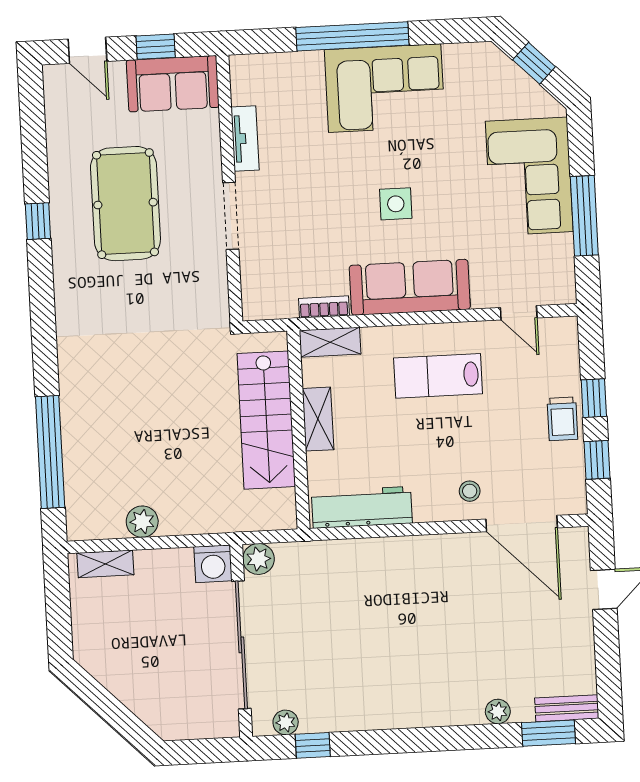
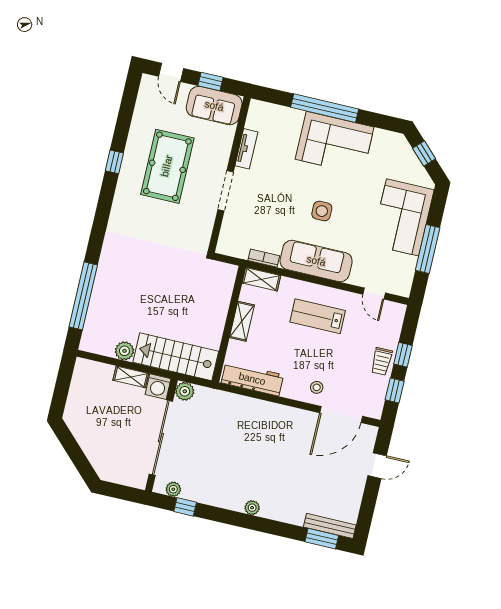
stairs: (266, 420) -> (176, 357), moved, turned 90
door: (522, 524) -> (341, 414), hinge flipped
shelving: (105, 564) -> (131, 377), moved
bench: (567, 708) -> (330, 526), width x1.36
plant: (498, 711) -> (252, 508), moved

